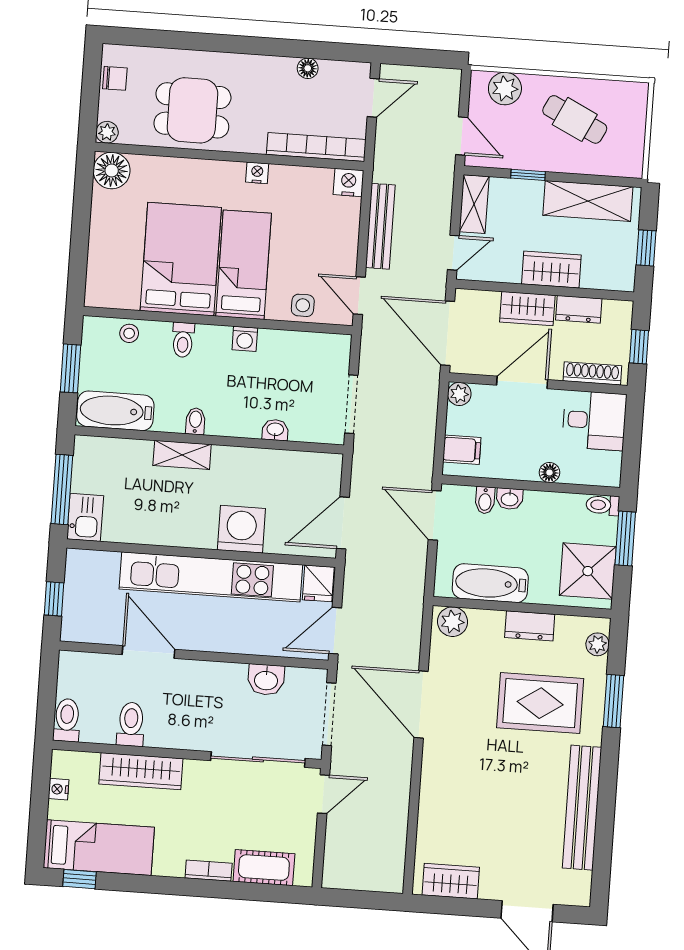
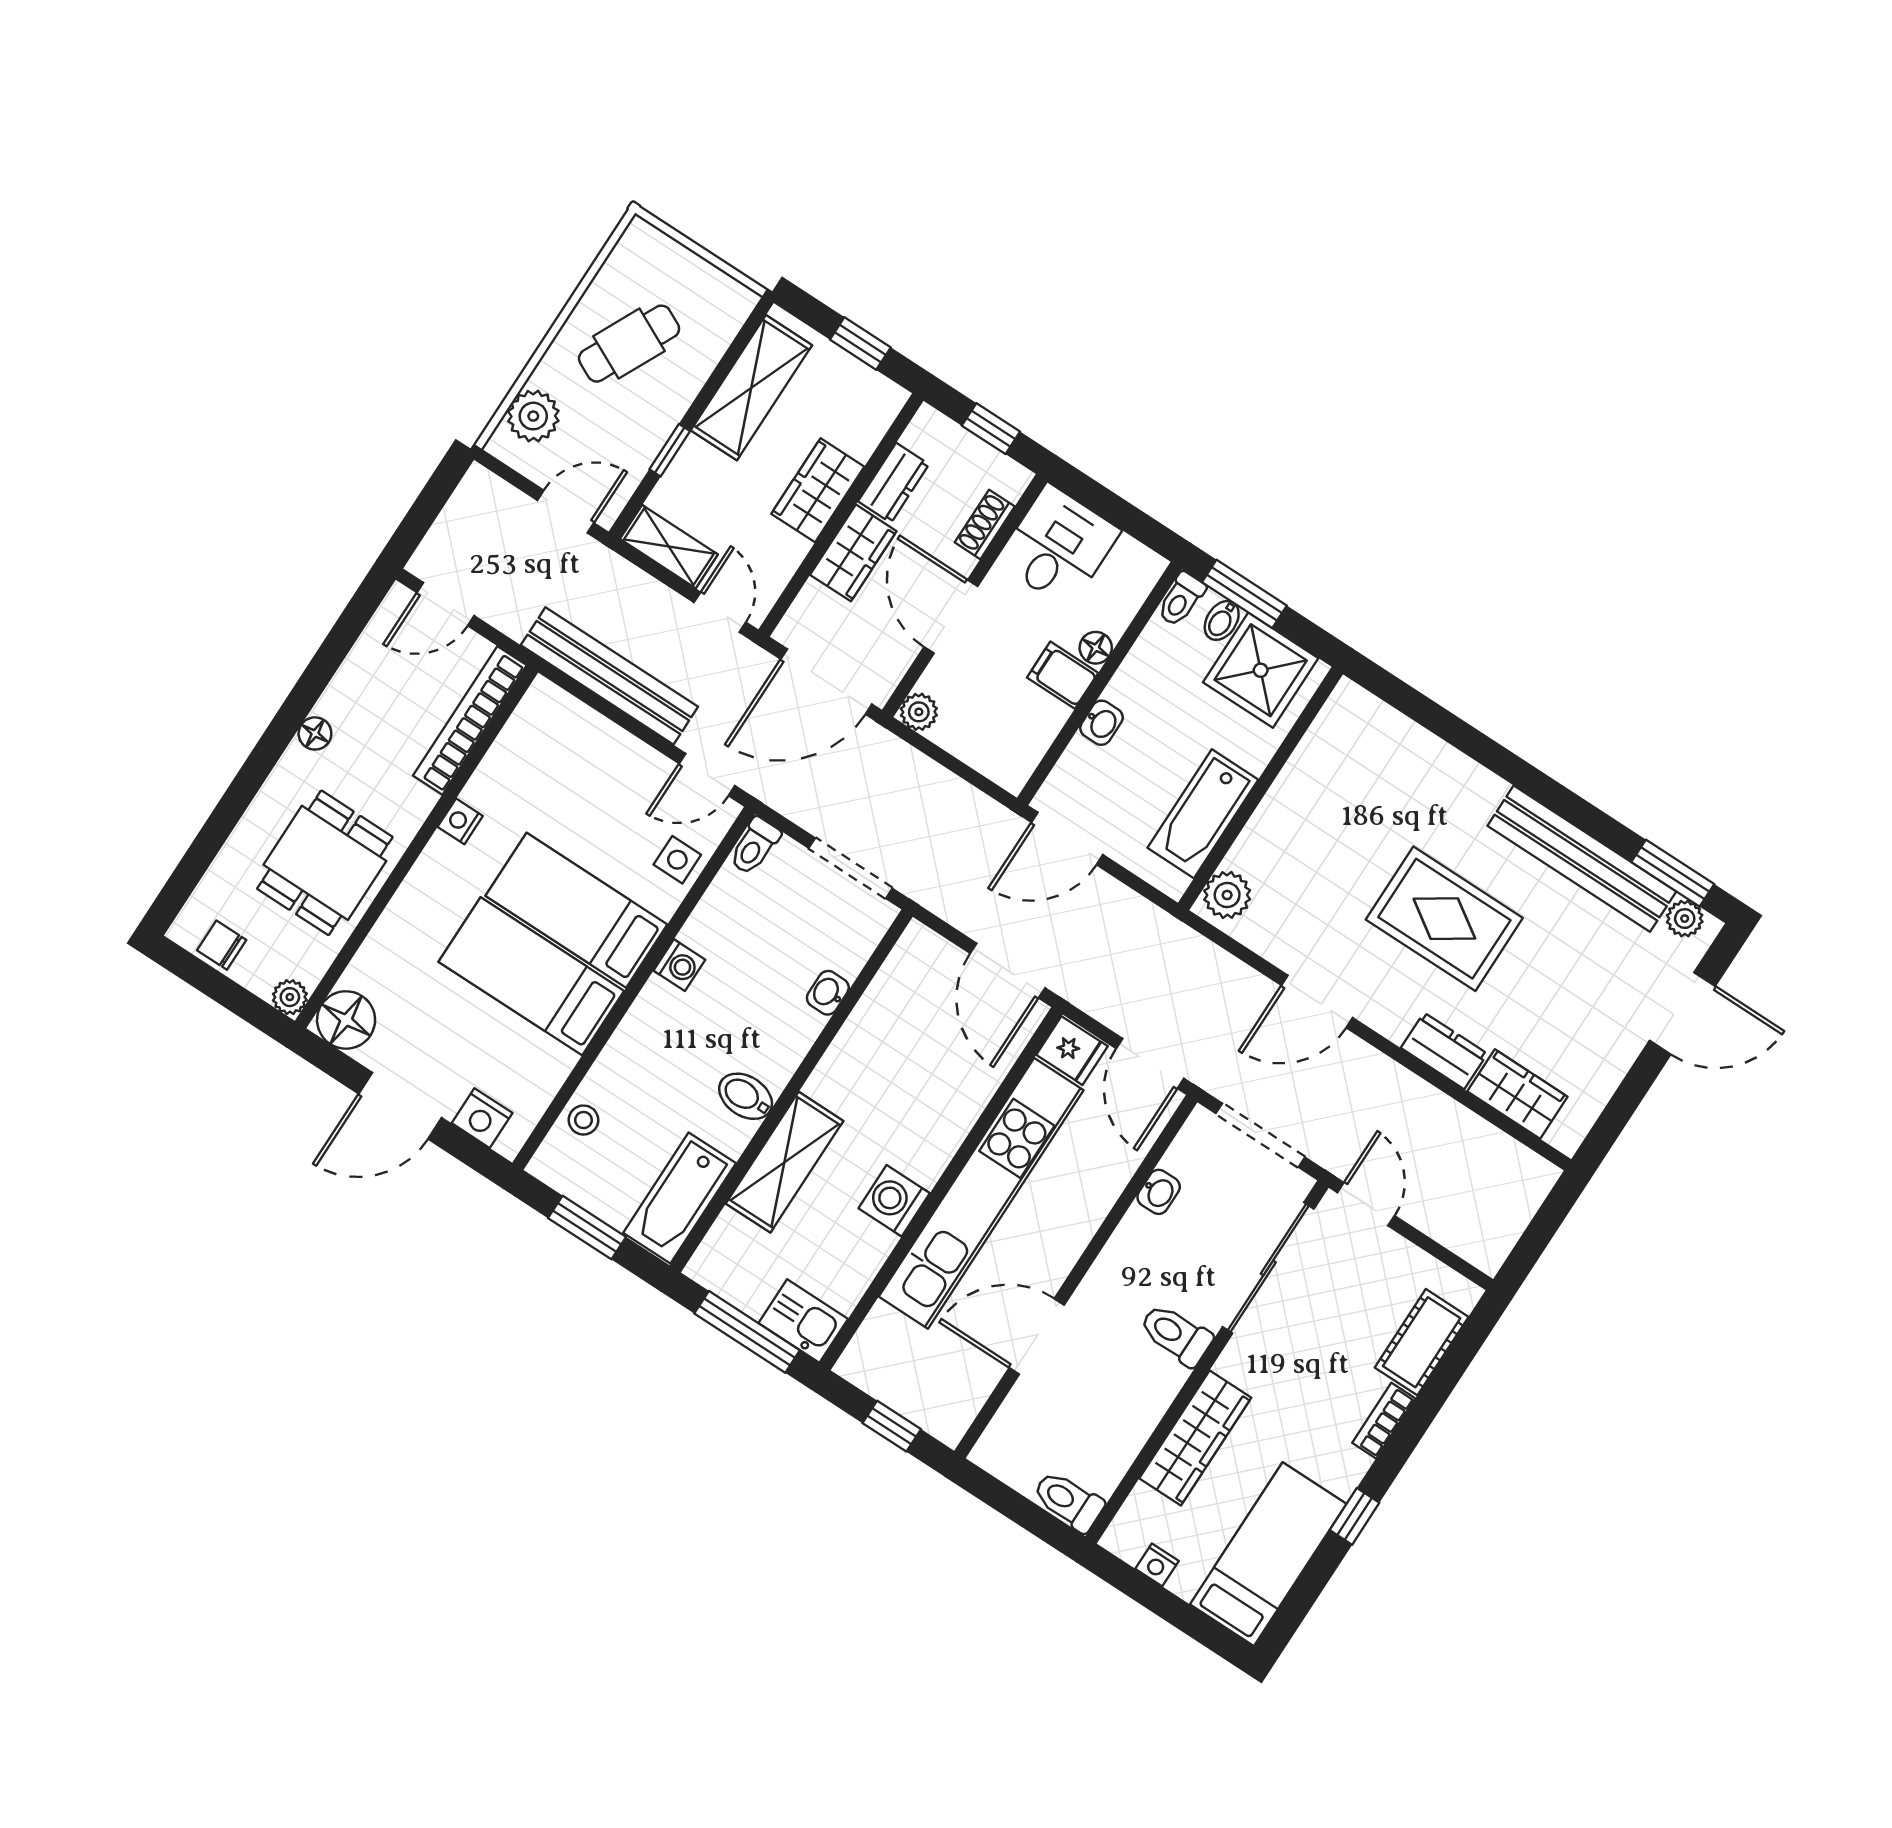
floor lamp: (308, 68) -> (315, 733), moved
chair: (115, 78) -> (222, 945), turned -90
door: (373, 98) -> (446, 604), swing flipped
nightstand: (349, 182) -> (482, 1118), moved, turned -90
bench: (380, 226) -> (609, 676), width x1.37, depth x1.21
door: (81, 227) -> (400, 1106), added
bed: (181, 259) -> (531, 976), width x0.67
toilet: (183, 340) -> (755, 846), moved, turned 90
shoe rack: (592, 373) -> (985, 524), width x0.70
bidet: (195, 421) -> (746, 1096), width x1.38, depth x1.36
filing cabinet: (462, 450) -> (1063, 675), moved, turned -90
shelving: (182, 455) -> (785, 1162), width x1.50, depth x1.33
bidet: (485, 500) -> (1222, 620), moved, turned 90
washing machine: (241, 529) -> (894, 1201), moved, width x0.73, depth x0.73
dresser: (530, 626) -> (1444, 1051), moved, turned -90
plant: (598, 644) -> (1685, 919), moved
washbasin: (266, 680) -> (1159, 1192), width x0.72, depth x0.69
window: (614, 701) -> (1673, 873), moved
rug: (540, 703) -> (1444, 919), moved, turned 90
door: (421, 704) -> (1317, 1001), width x0.73
toilet: (131, 724) -> (1176, 1335), moved
window: (80, 879) -> (1354, 1516), moved
wardrobe: (451, 881) -> (1517, 1094), moved, turned 90

